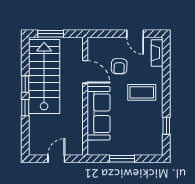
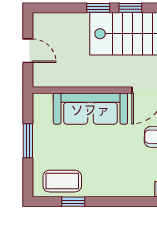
coffee table: (142, 92) -> (62, 181), moved, turned 90

